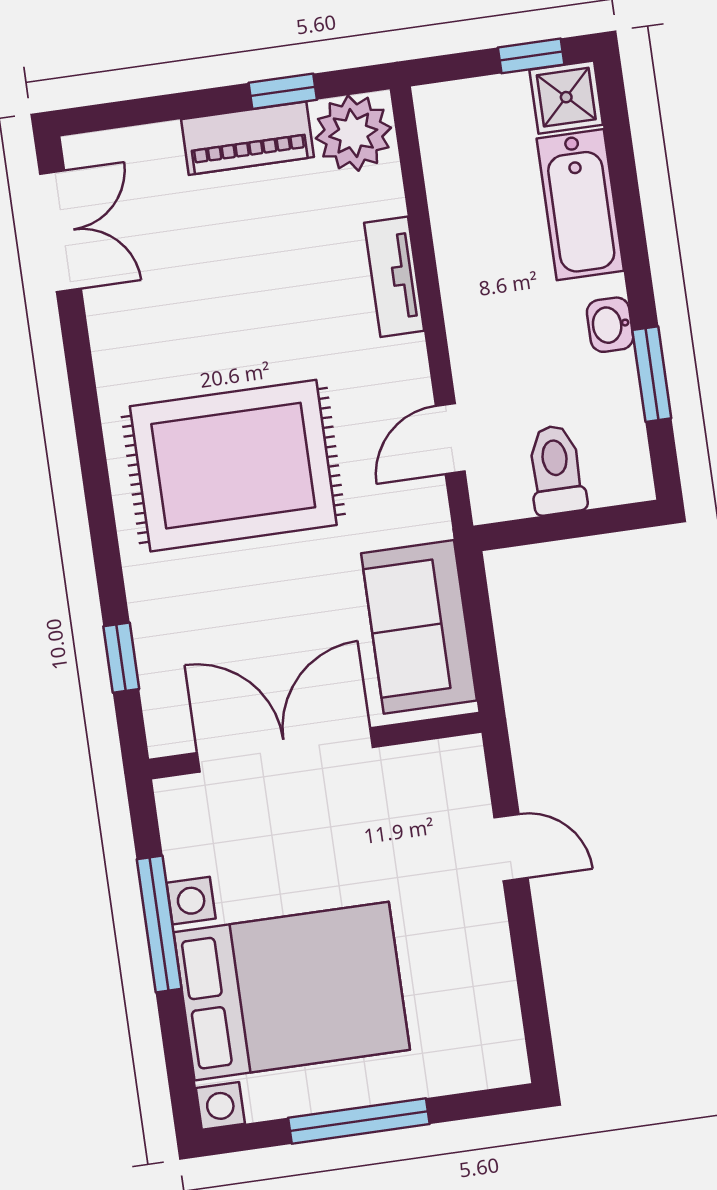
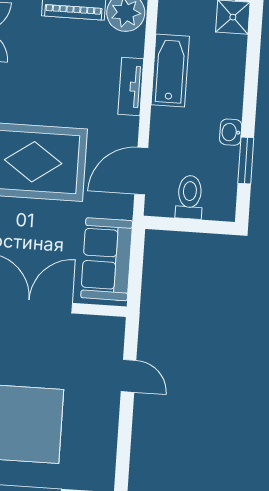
bathtub: (580, 205) -> (170, 70), moved, turned 180
door: (450, 439) -> (141, 171), width x1.38

